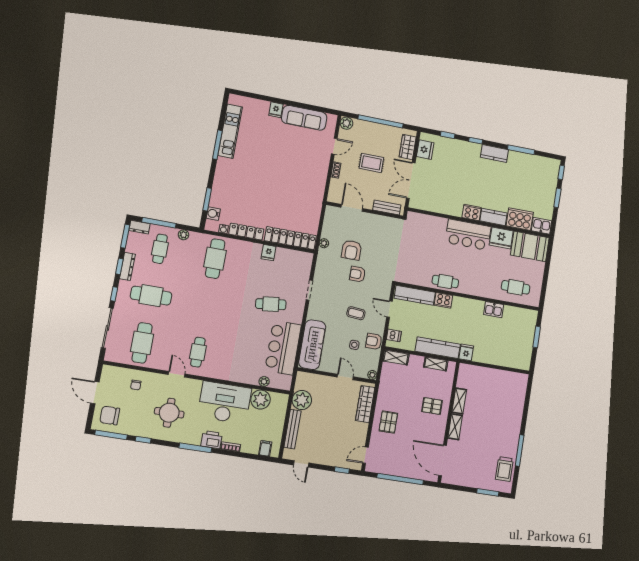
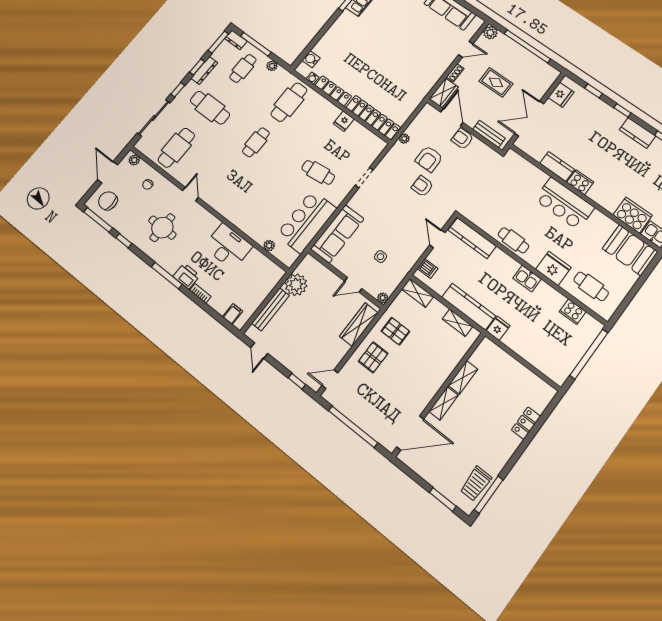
wardrobe: (408, 147) -> (444, 93), moved, turned 180
window: (207, 199) -> (313, 43), removed
kitchen counter: (494, 217) -> (557, 166), moved
fridge: (501, 238) -> (553, 268), moved, turned 180
cooker: (443, 300) -> (573, 312), moved
kitchen sink: (494, 310) -> (527, 279), moved
coffee table: (356, 313) -> (400, 225), removed
window: (537, 337) -> (589, 354), width x2.11
armchair: (374, 341) -> (462, 139), moved
cafe table: (198, 352) -> (256, 142), moved
door: (345, 377) -> (353, 285), swing flipped
plant: (261, 400) -> (134, 160), moved, width x0.53, depth x0.53
desk: (224, 403) -> (228, 246), width x0.73, depth x0.77
pallet: (432, 406) -> (395, 331), moved
locker: (518, 409) -> (526, 423), added
window: (520, 450) -> (489, 495), moved
door: (443, 460) -> (410, 433), swing flipped

